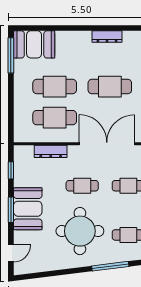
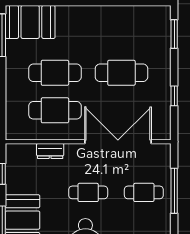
dresser: (107, 36) -> (118, 12), removed
dresser: (51, 151) -> (50, 151), width x0.70

